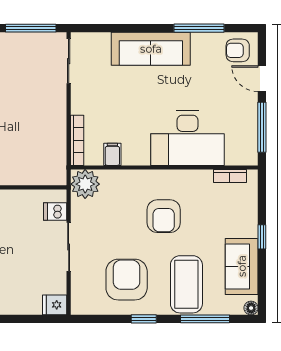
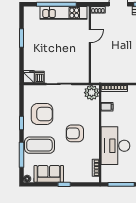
dishwasher: (55, 211) -> (40, 77), moved

